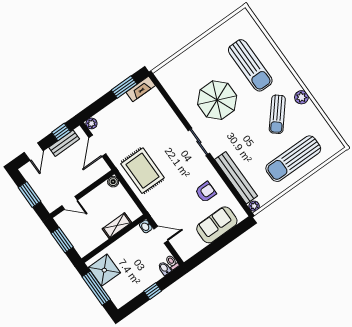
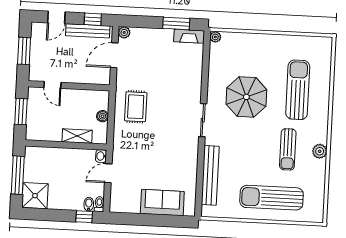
sun lounger: (250, 65) -> (298, 90), turned 180
sun lounger: (277, 114) -> (288, 149), turned -40
bench: (64, 143) -> (88, 31), width x1.36
rug: (143, 171) -> (136, 107), width x0.73, depth x0.70
boiler: (113, 182) -> (102, 116), moved
armchair: (206, 192) -> (175, 167), removed
plant: (254, 206) -> (215, 37), moved
door: (161, 235) -> (108, 173), swing flipped
shower: (104, 270) -> (35, 196), moved
window: (153, 291) -> (84, 217), moved

